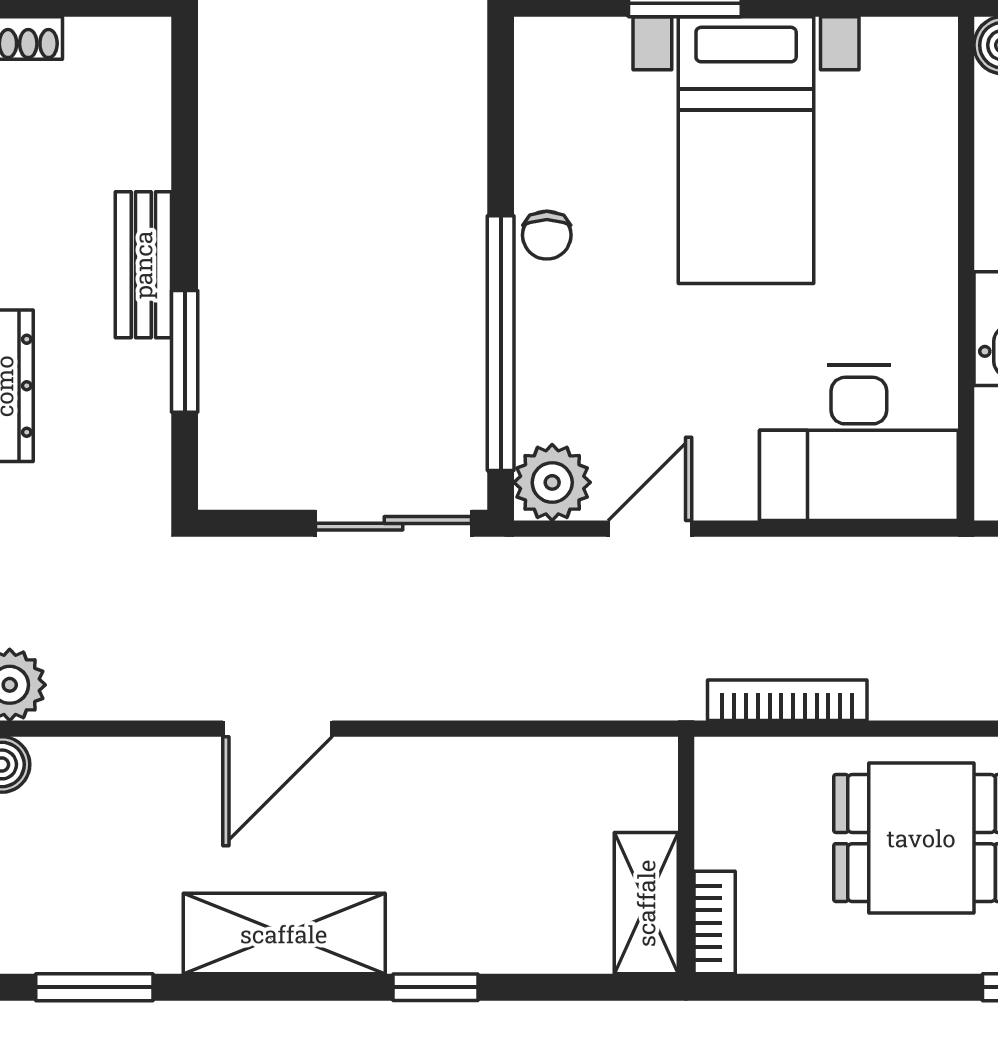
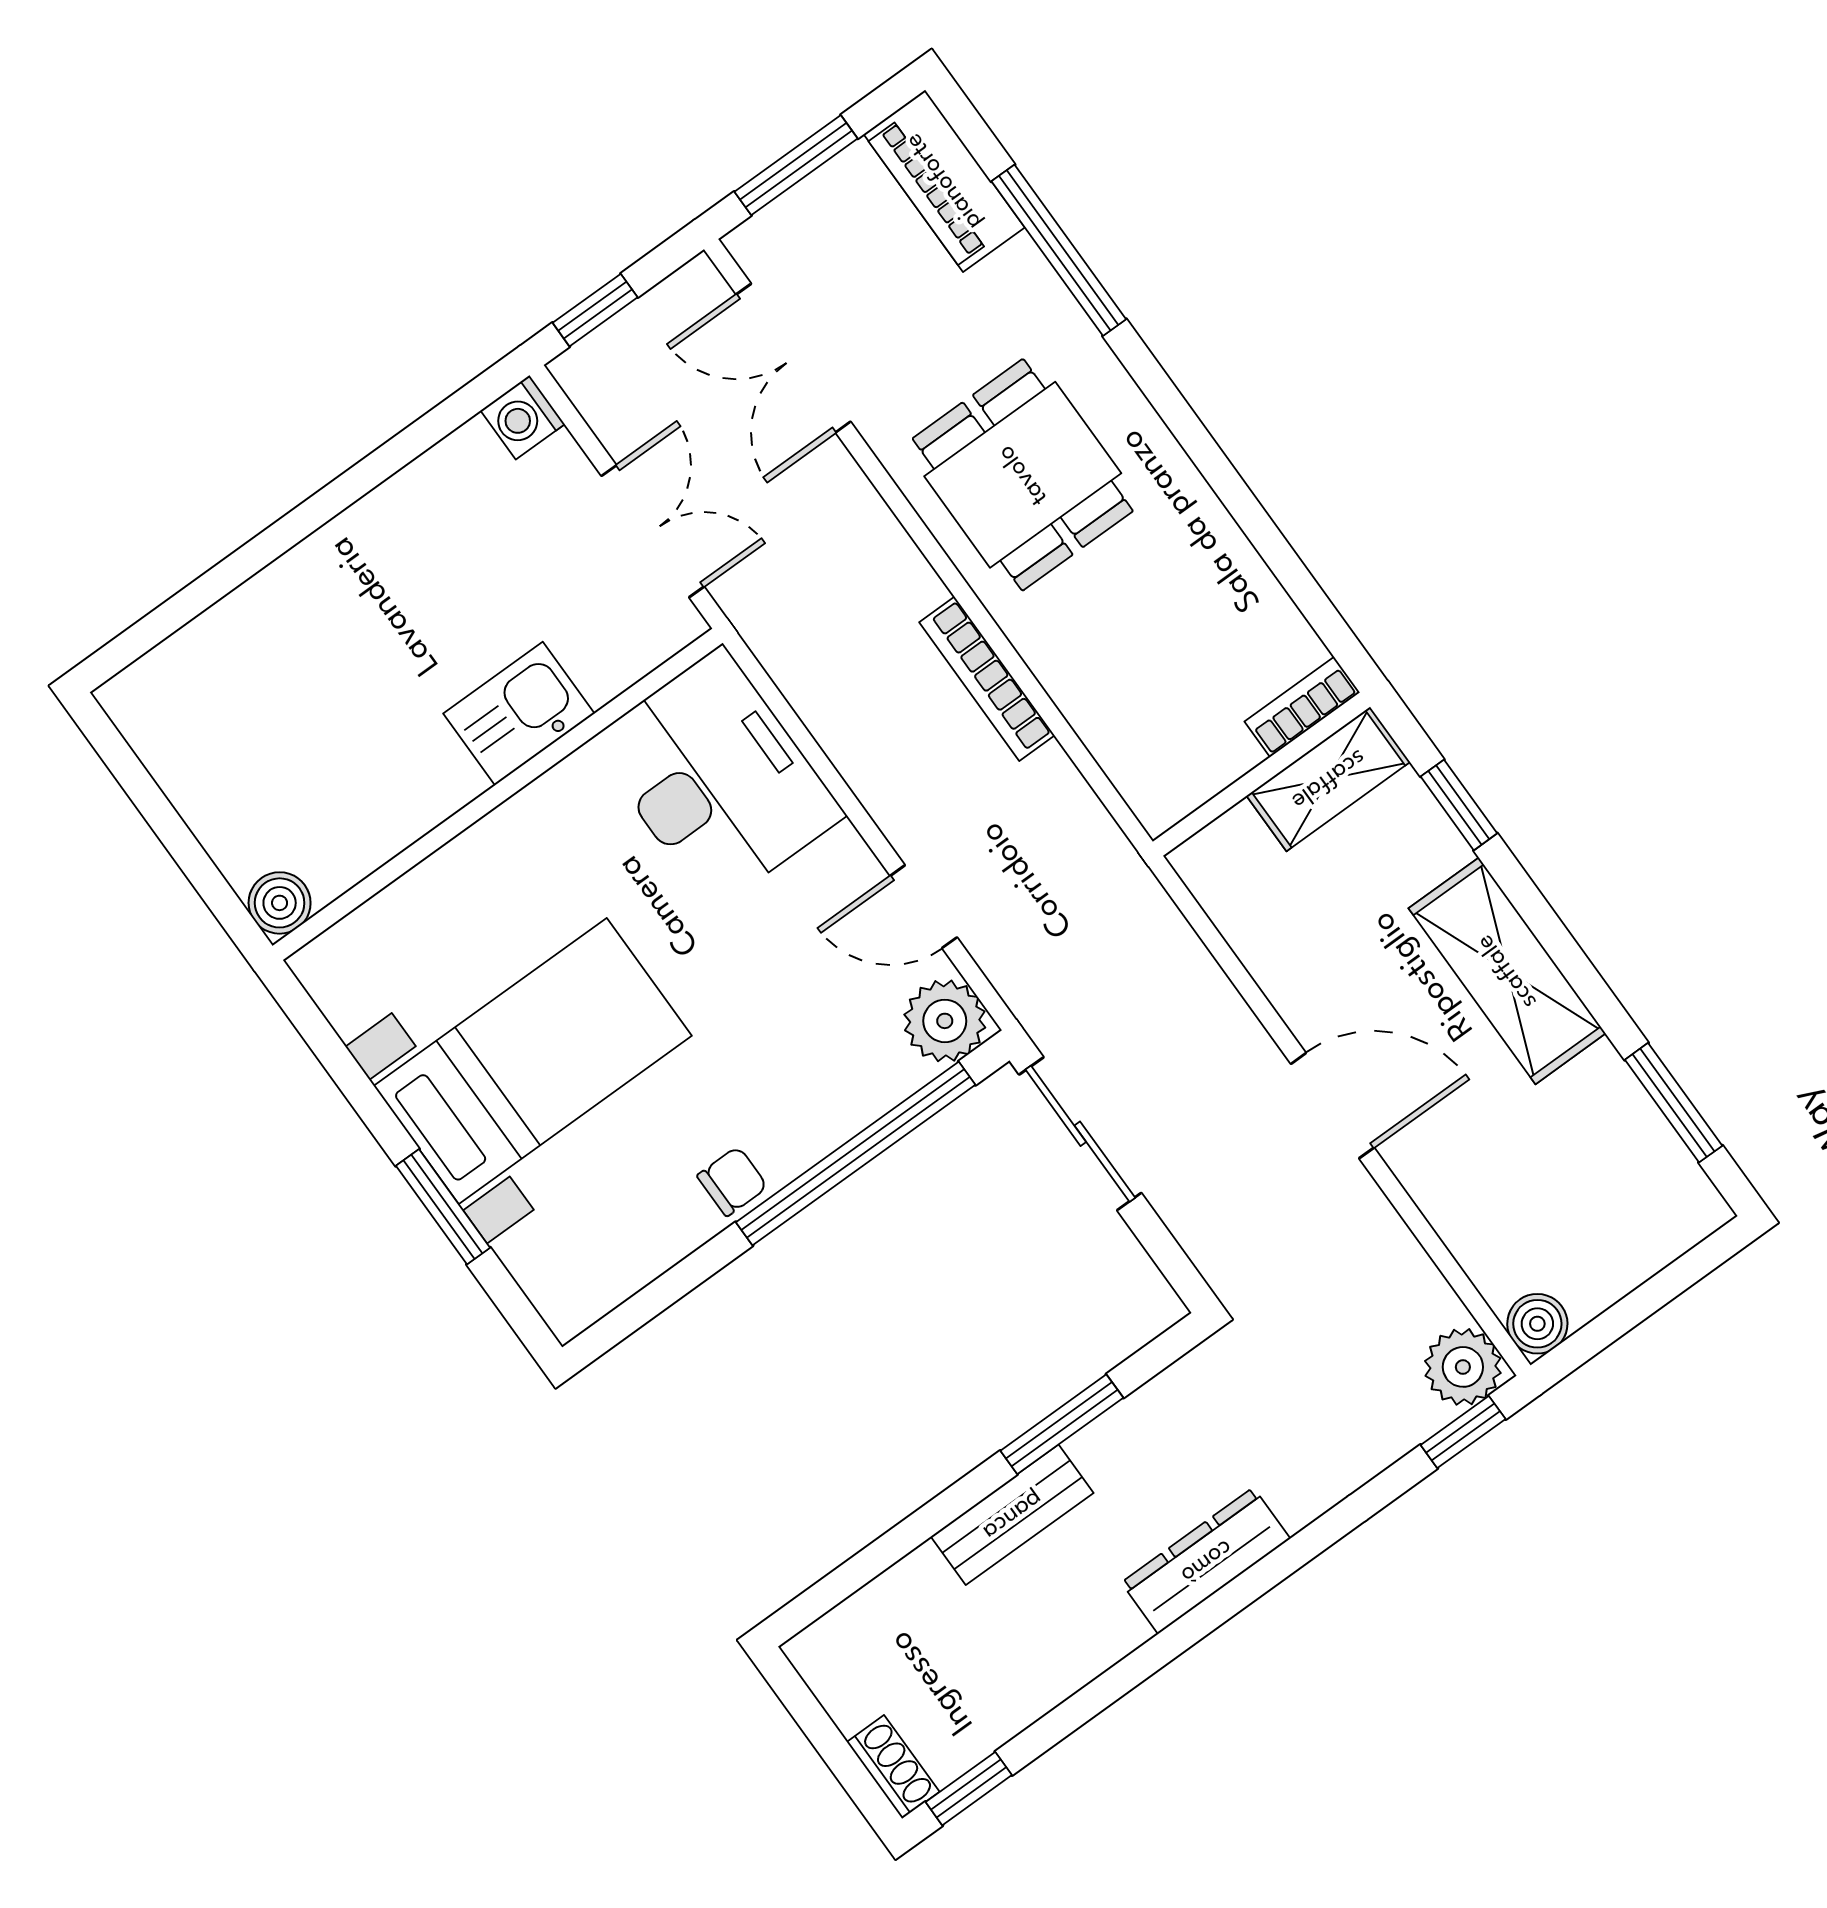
wall: (686, 855) -> (1261, 774), moved
shelving: (646, 903) -> (1328, 779), moved
bookcase: (715, 923) -> (1302, 707), moved

